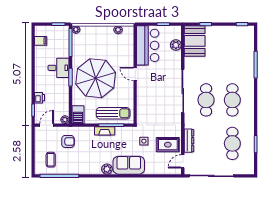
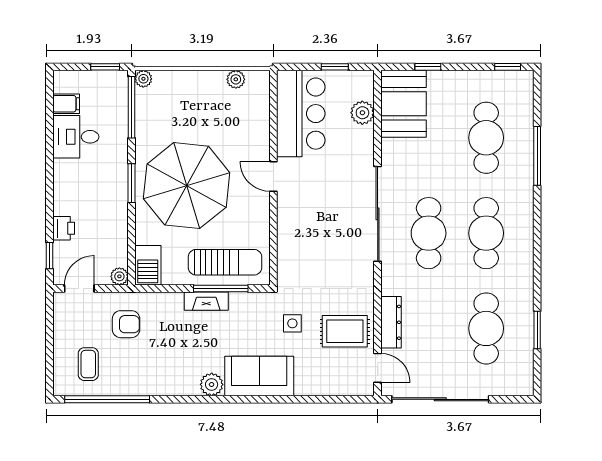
cafe table: (232, 56) -> (486, 138), added
desk: (58, 68) -> (76, 137), moved, turned 180
door: (183, 161) -> (378, 368), swing flipped

